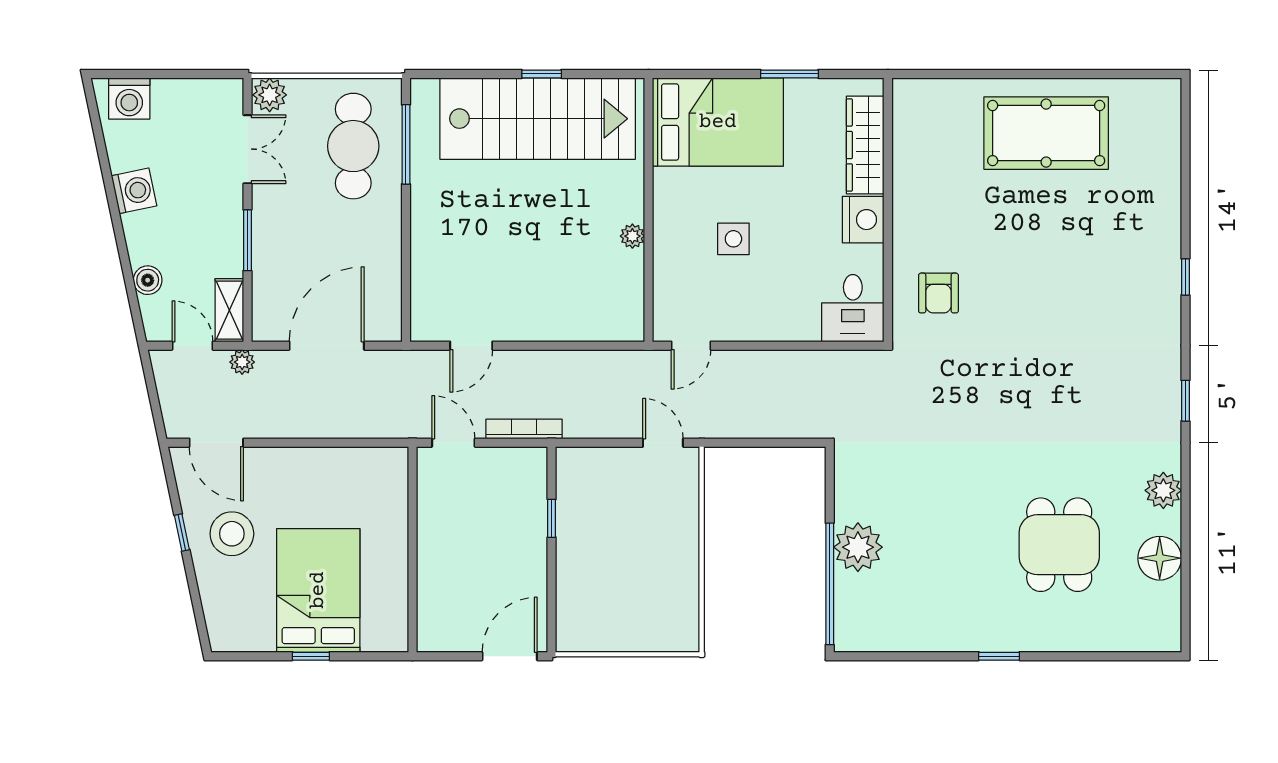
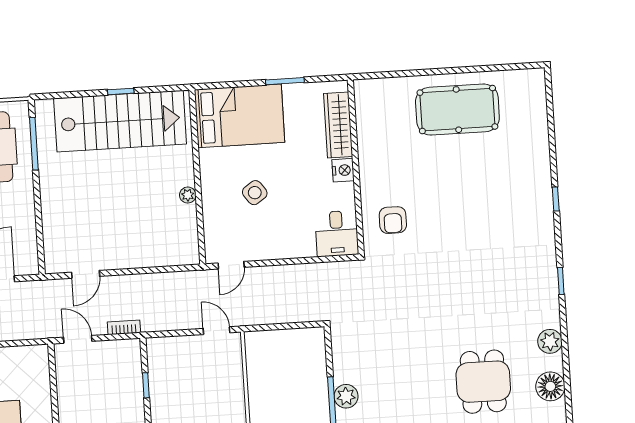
nightstand: (863, 220) -> (343, 170), width x0.74, depth x0.75
side table: (733, 239) -> (255, 193), turned -35
bookcase: (524, 429) -> (124, 327), width x0.64
plant: (858, 547) -> (346, 396), width x0.73, depth x0.73

